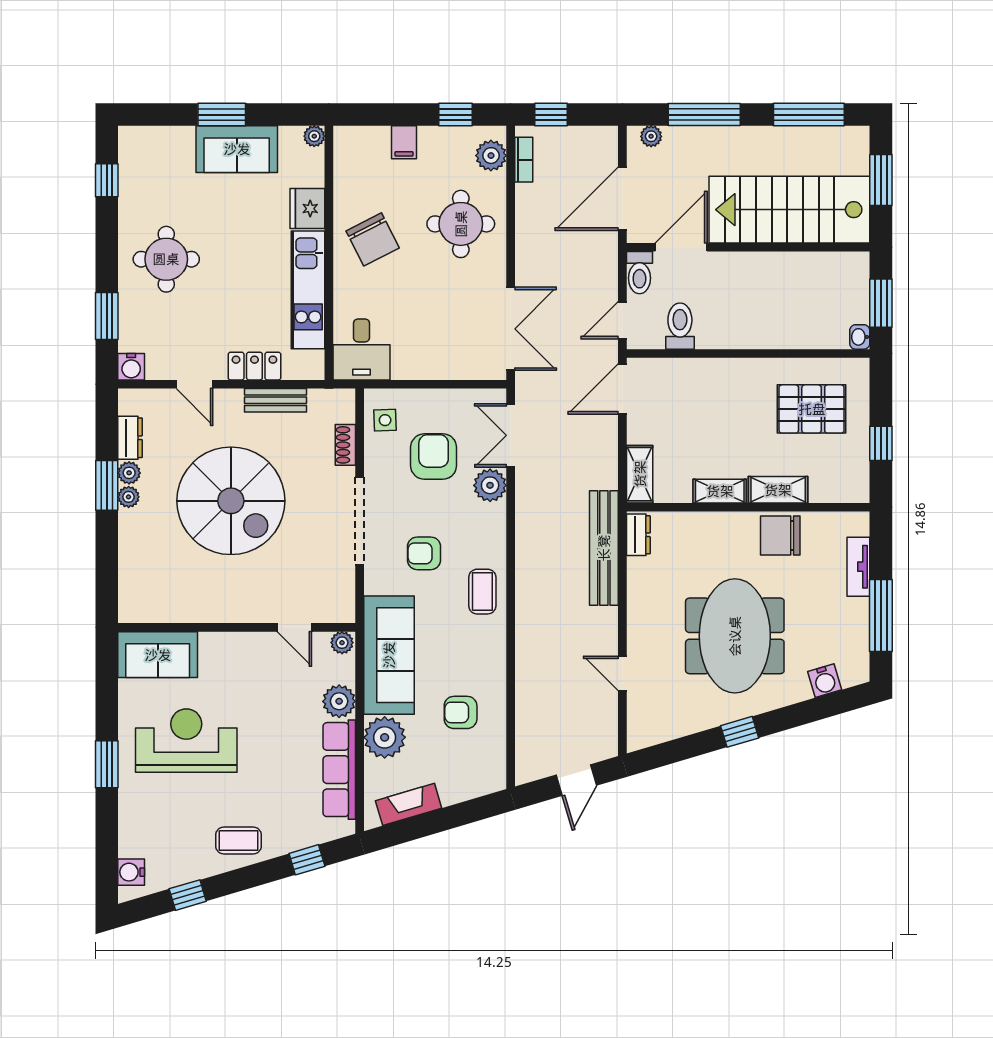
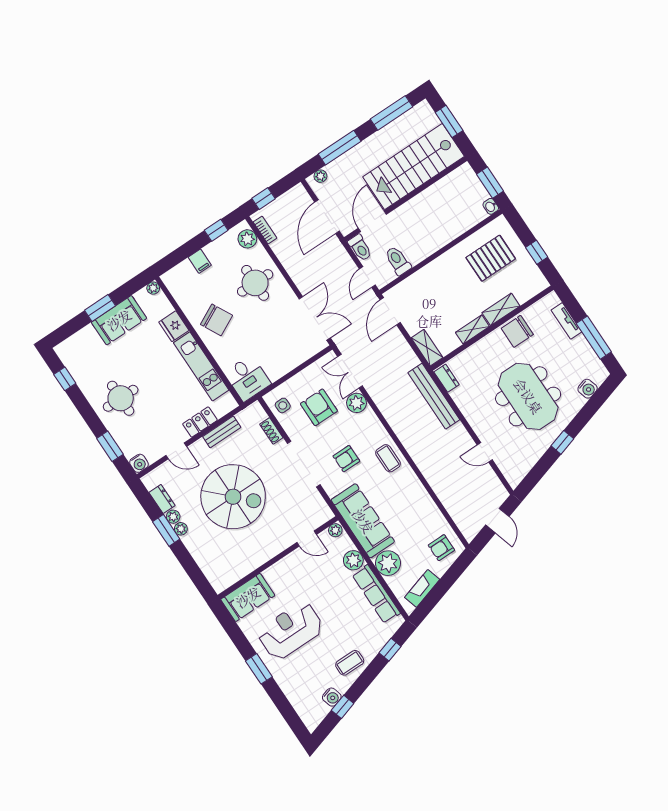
armchair: (461, 712) -> (441, 548), moved
water cooler: (131, 872) -> (332, 697), moved, turned -106

